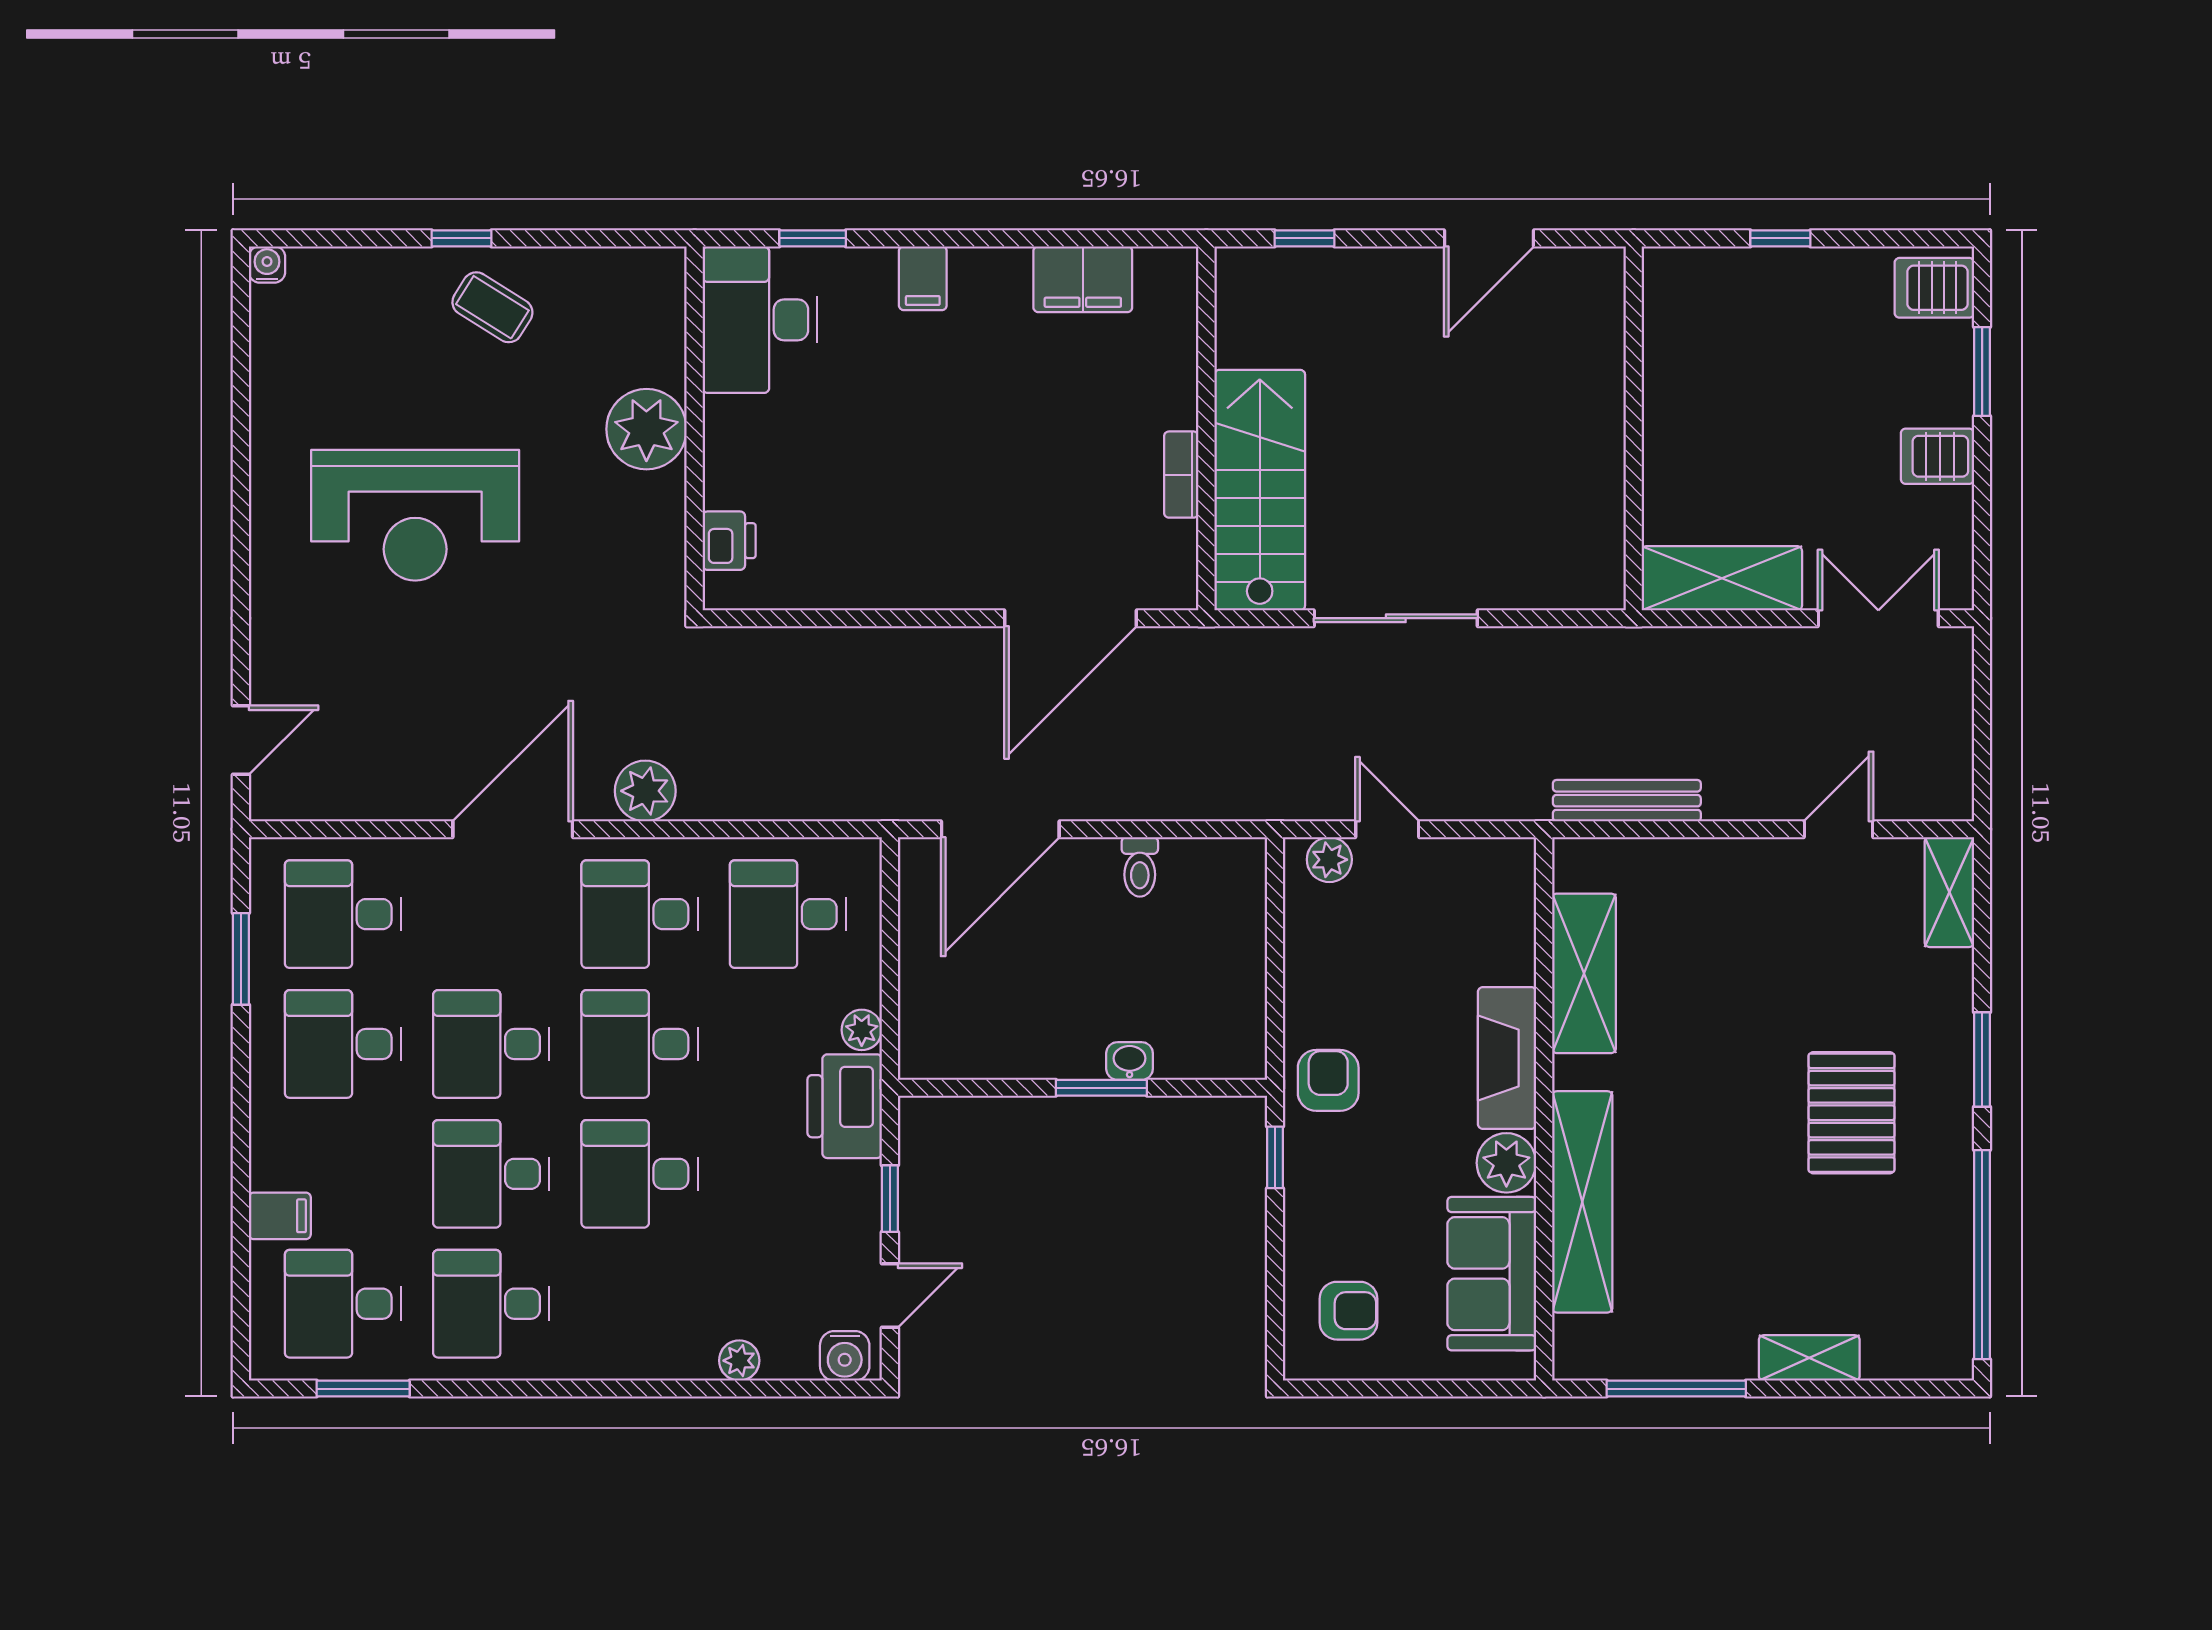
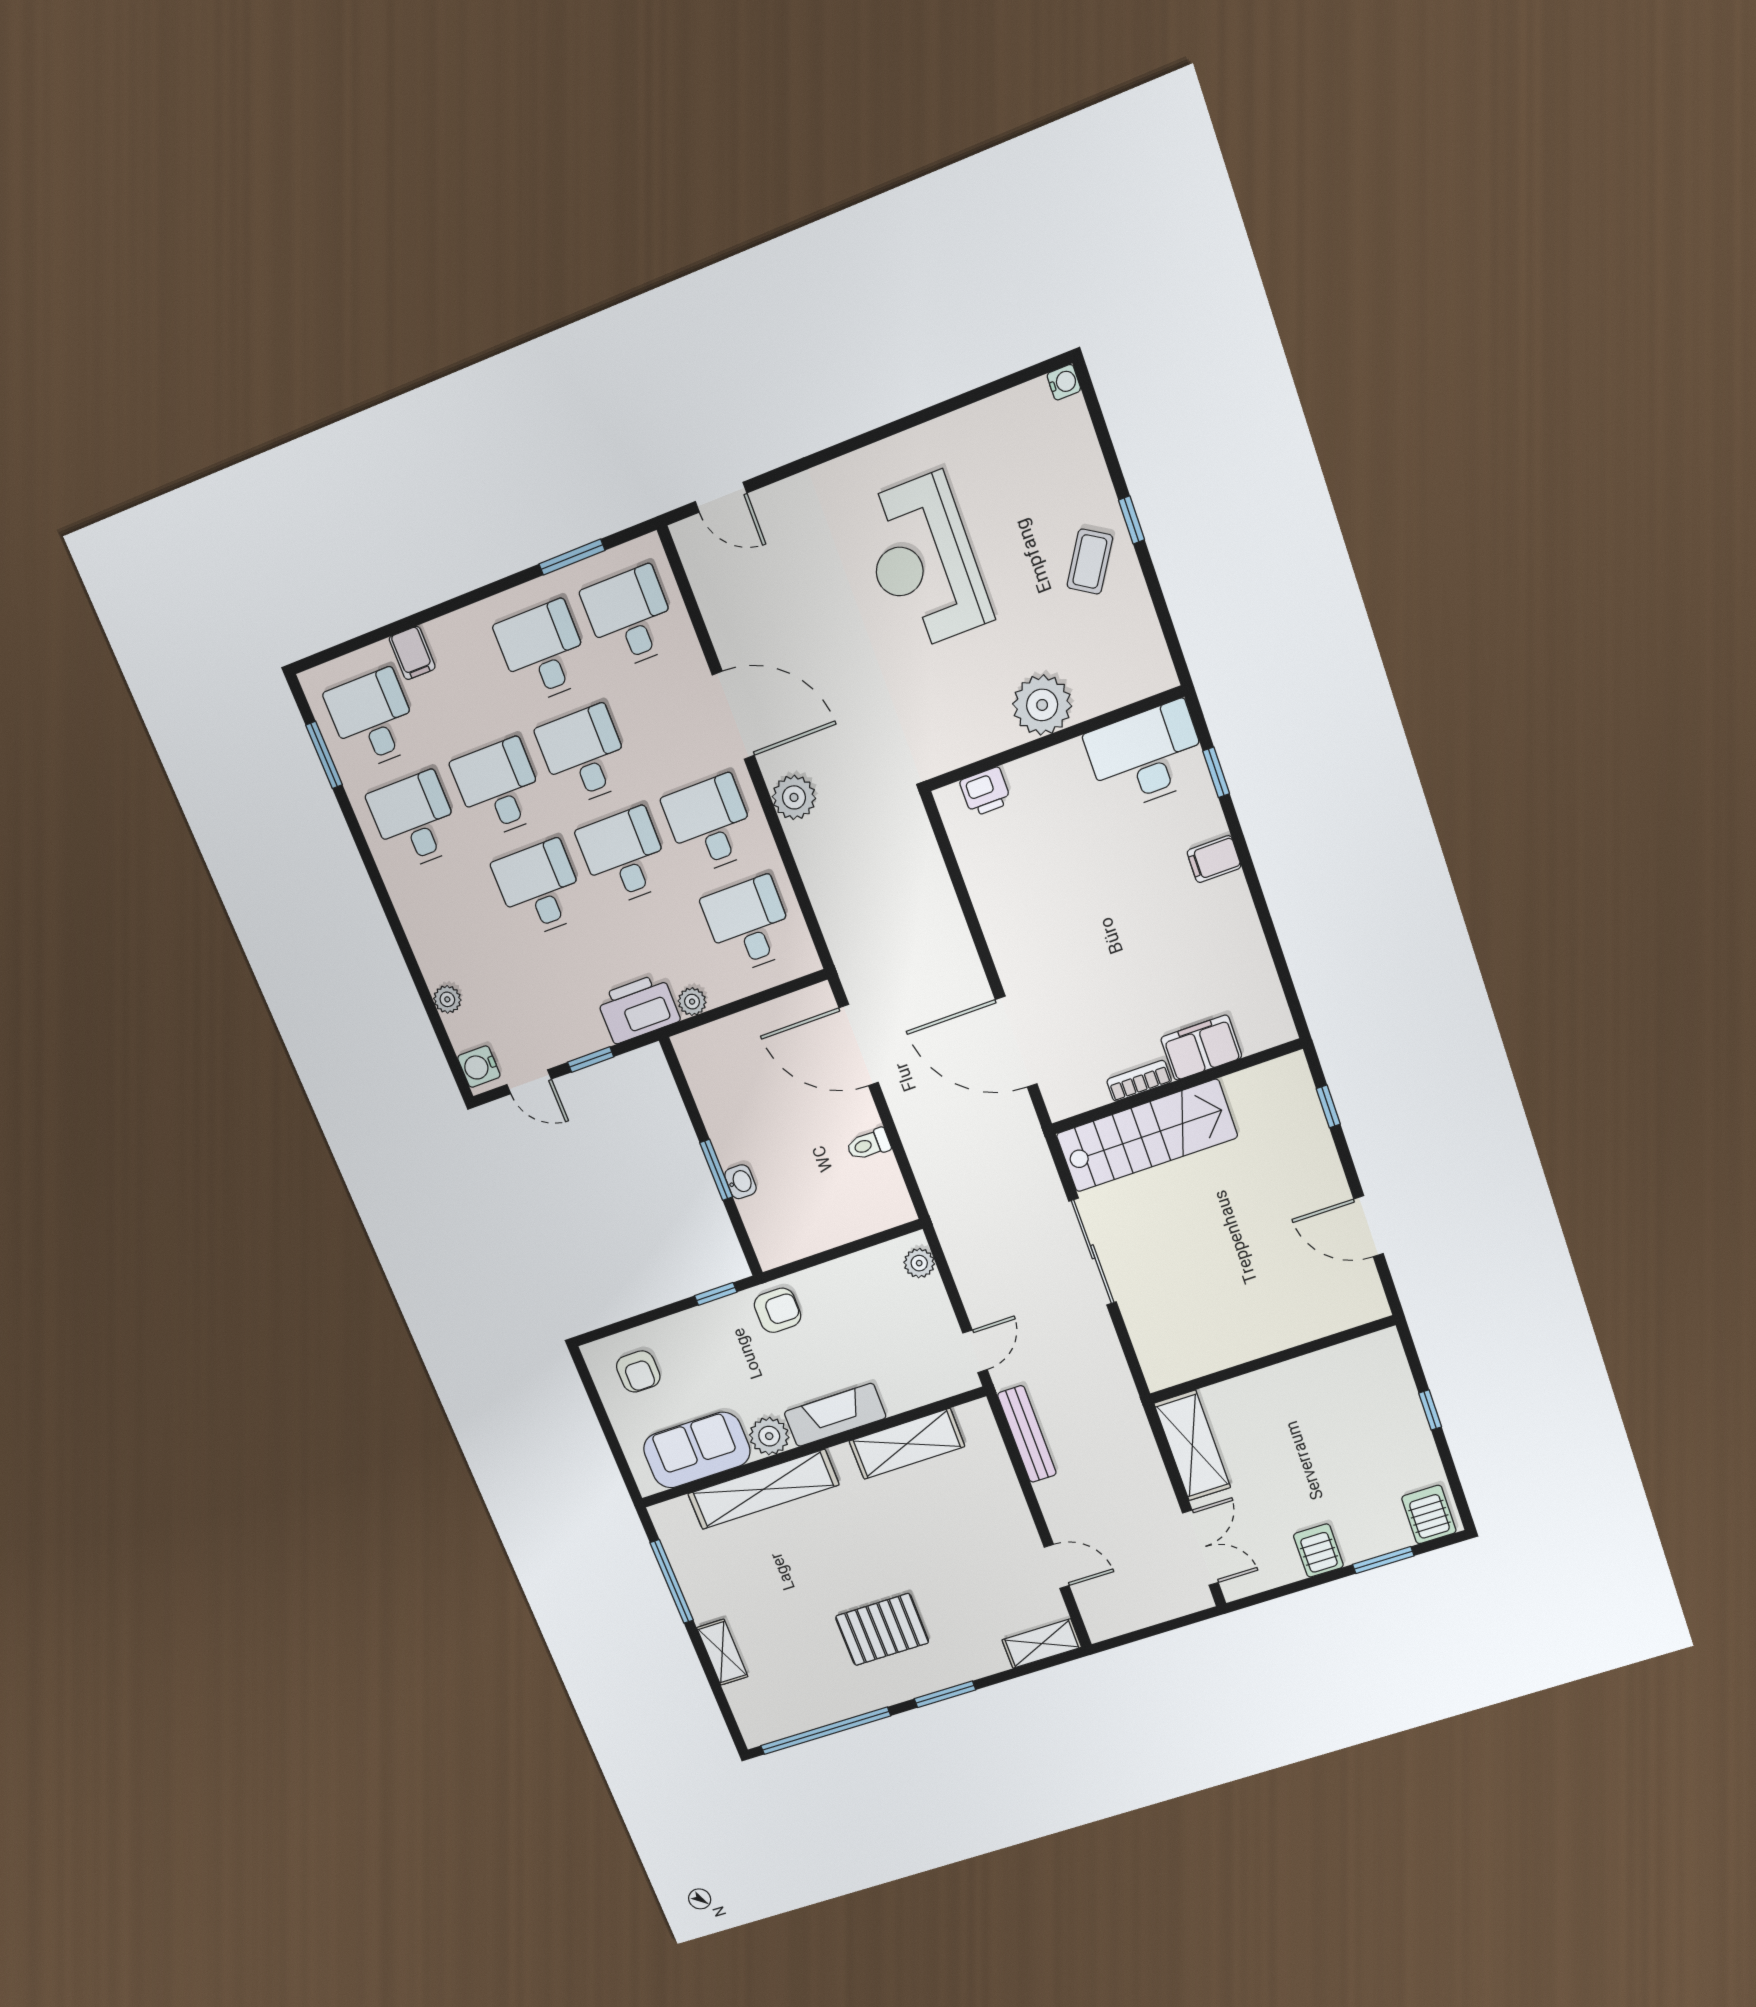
filing cabinet: (1083, 279) -> (1201, 1048), moved, turned 90
door: (1387, 829) -> (975, 1351), moved

